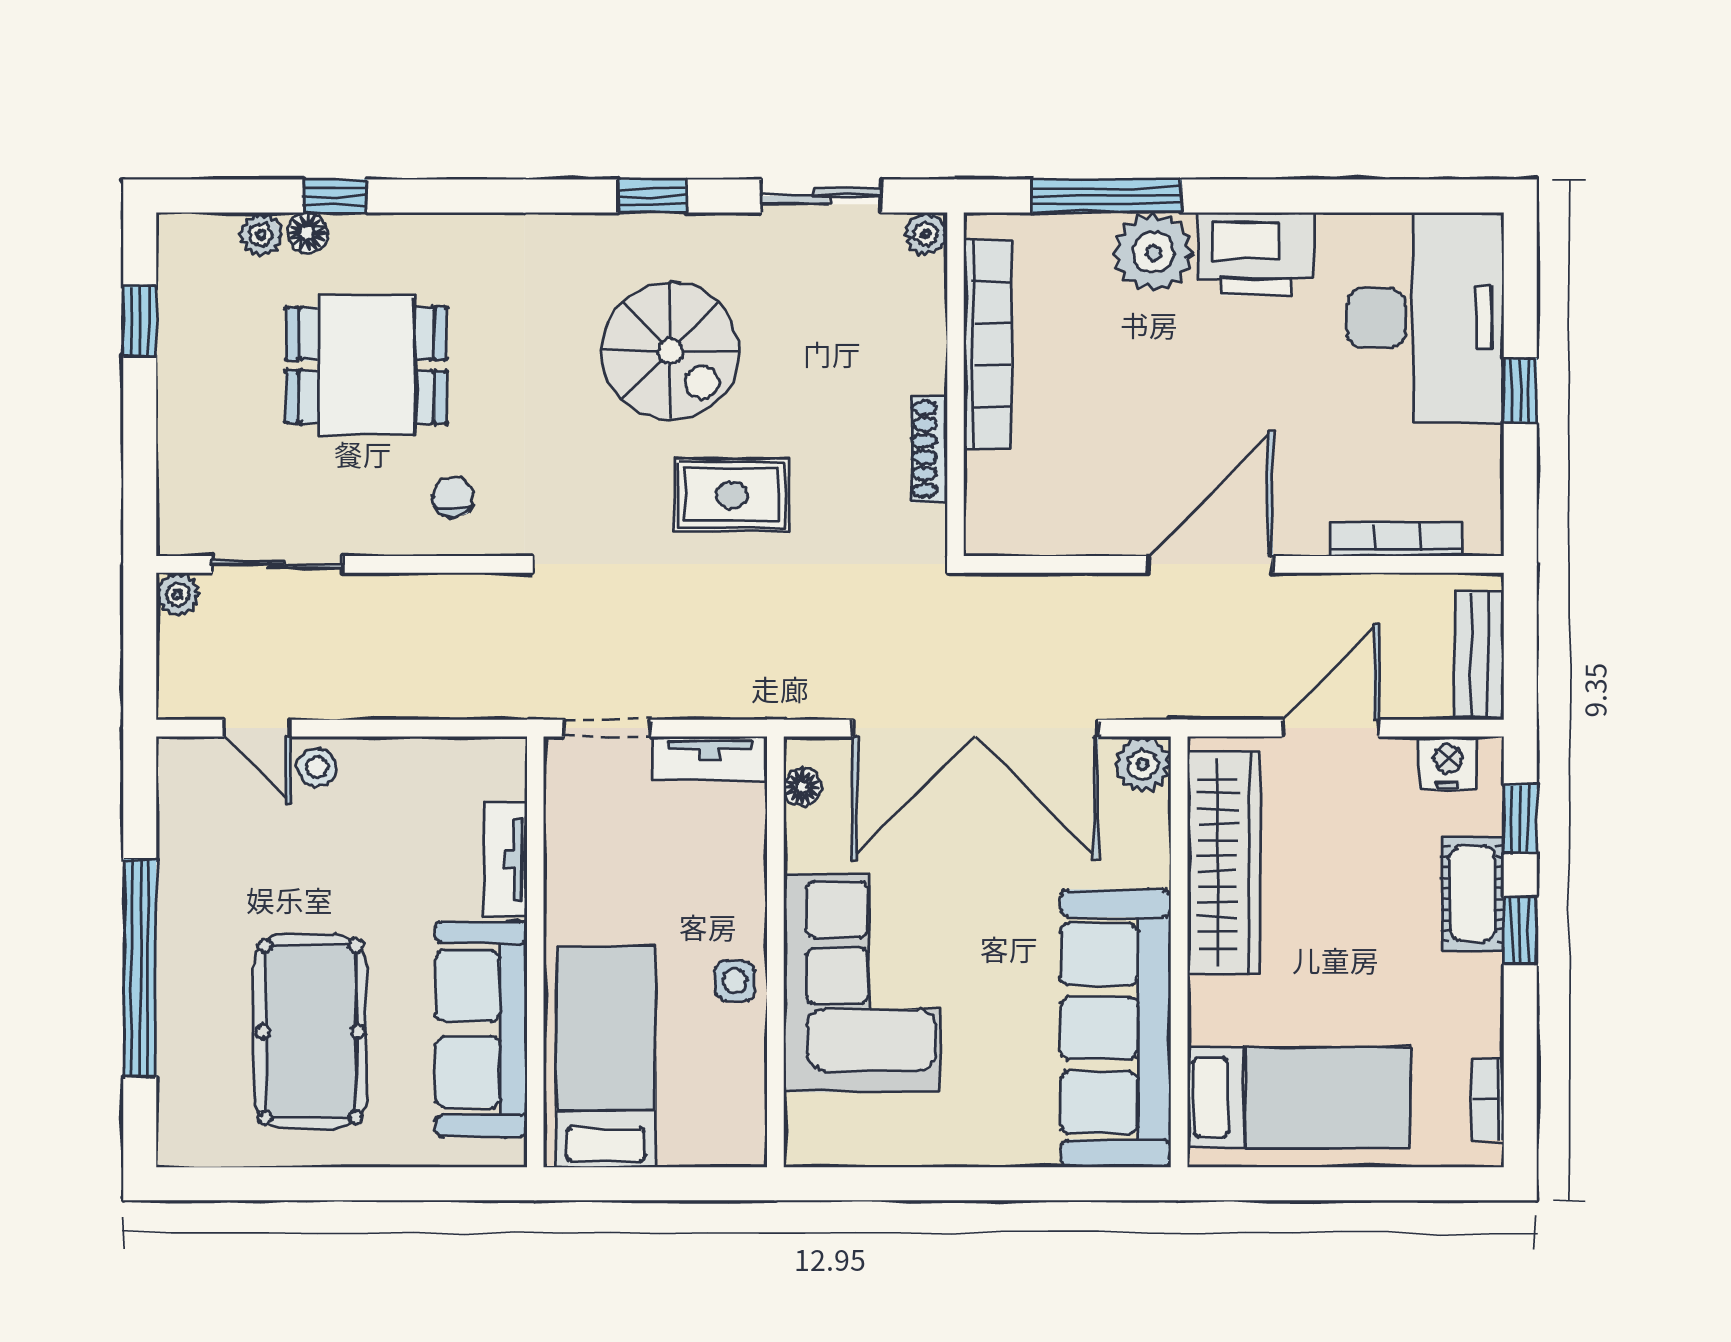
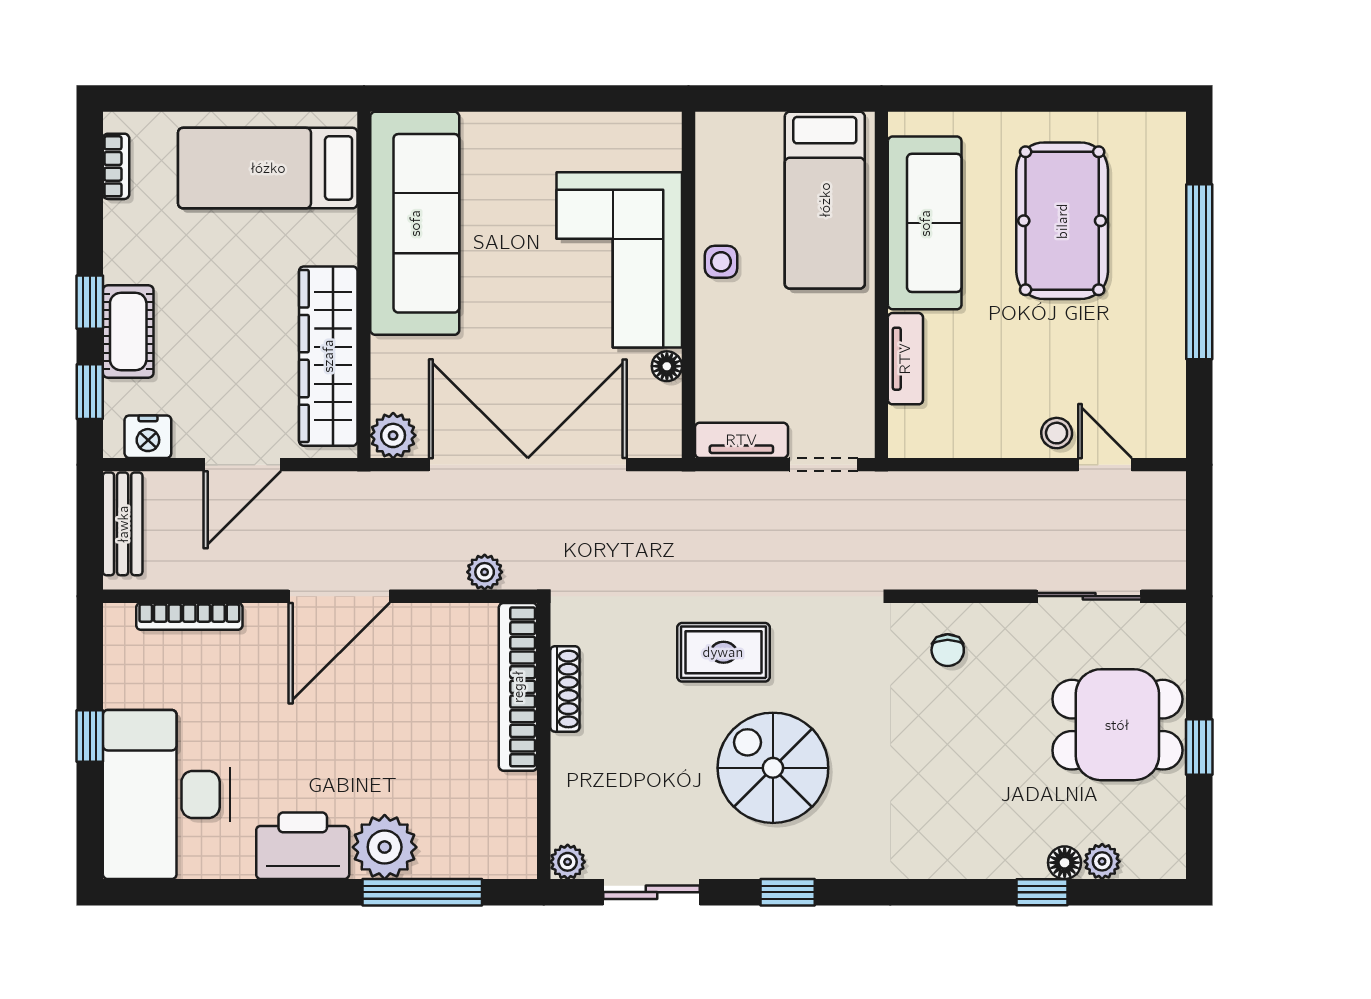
window: (140, 321) -> (1199, 747), moved
bookcase: (987, 344) -> (518, 687), moved
dining table: (366, 365) -> (1117, 725), moved
plant: (178, 594) -> (485, 572), moved
floor lamp: (802, 787) -> (667, 366), moved

